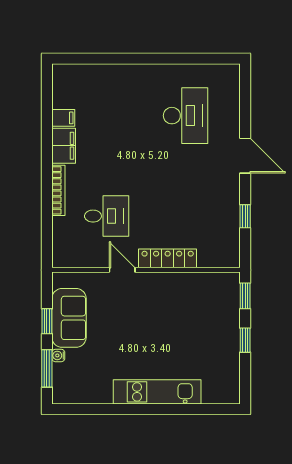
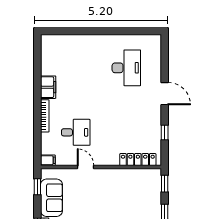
filing cabinet: (63, 118) -> (48, 160), moved
locker: (168, 258) -> (138, 160), moved
window: (47, 321) -> (37, 187), moved

